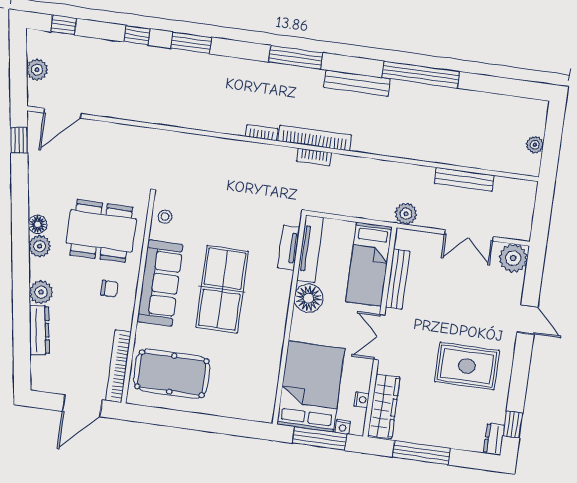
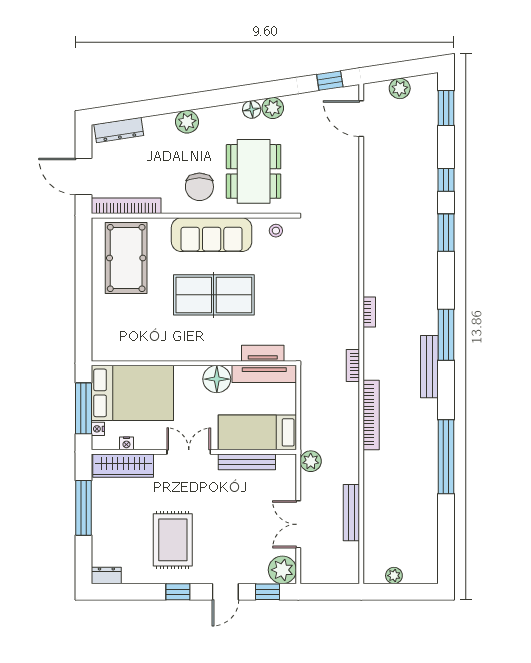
window: (64, 25) -> (446, 108), width x1.50
bench: (357, 83) -> (429, 367), moved
bookcase: (315, 138) -> (371, 415), moved
plant: (40, 246) -> (273, 108), moved
window: (533, 276) -> (268, 592), added
chair: (109, 289) -> (199, 187), width x1.87, depth x1.87
dresser: (39, 330) -> (119, 130), moved
window: (513, 424) -> (178, 592), moved

